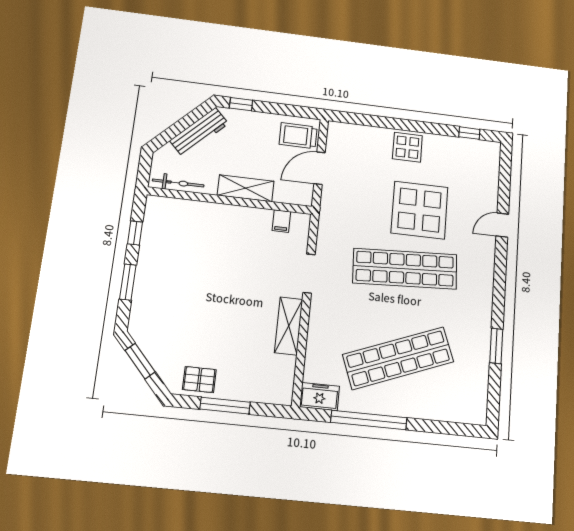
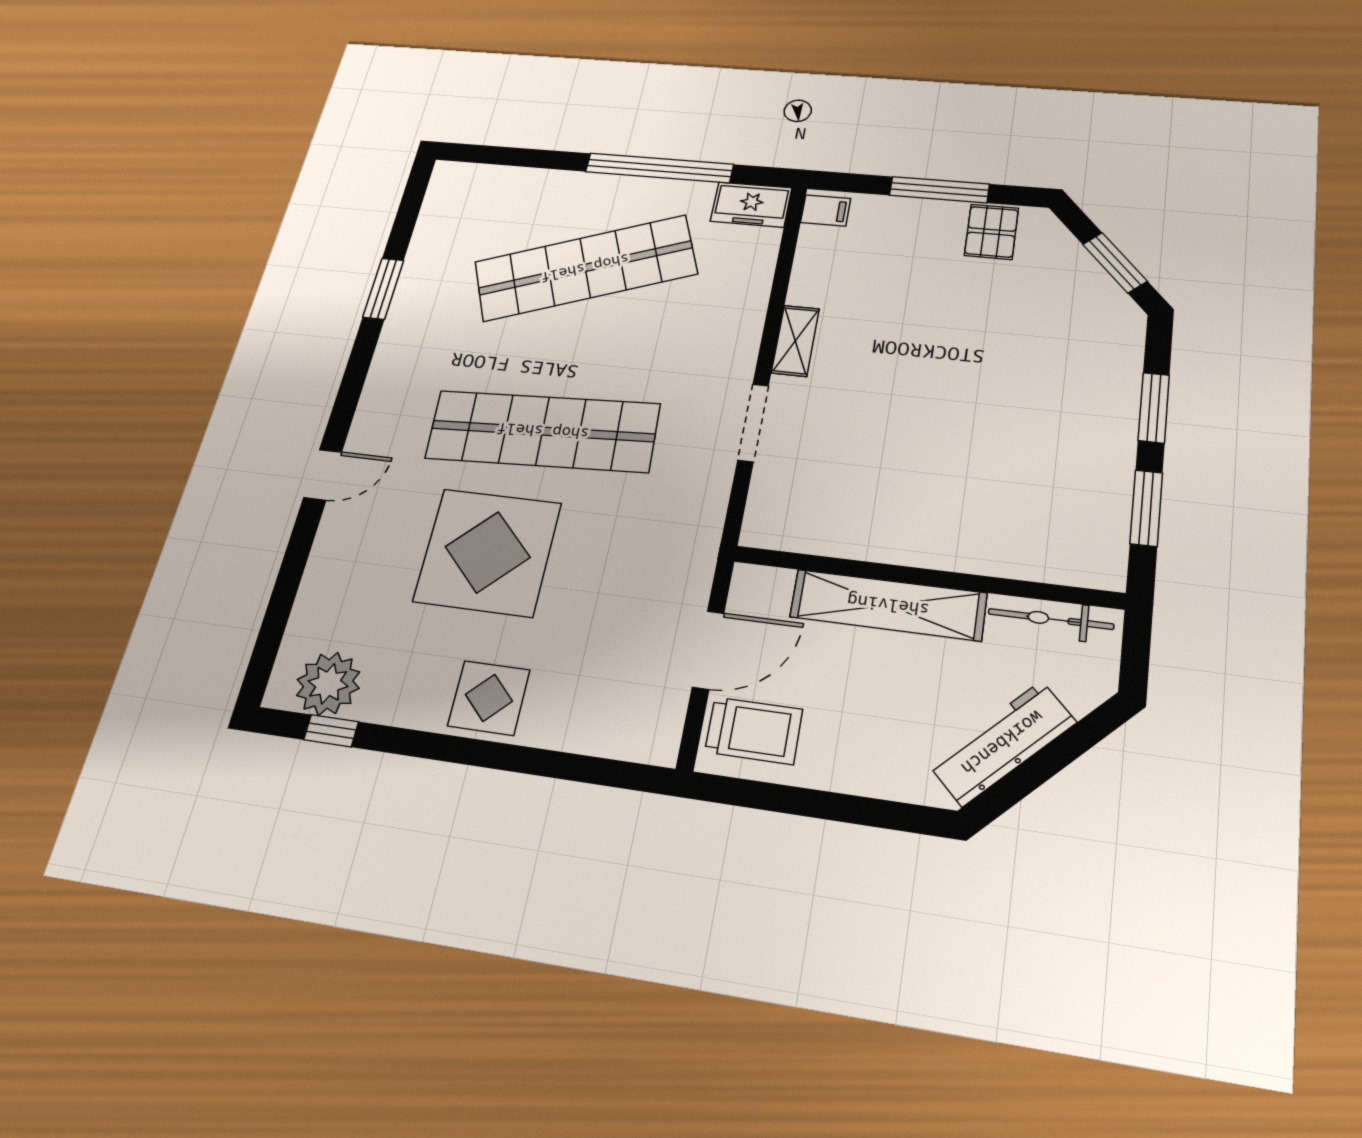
window: (241, 104) -> (895, 816), removed
plant: (475, 152) -> (328, 684), added
shelving: (246, 188) -> (888, 605), width x1.47
filing cabinet: (281, 221) -> (826, 210), moved, turned 90
door: (502, 225) -> (323, 475), moved
window: (135, 233) -> (1146, 508), width x1.50
shelving: (289, 326) -> (795, 341), width x0.67, depth x0.75
pallet: (199, 380) -> (991, 232), turned 90

